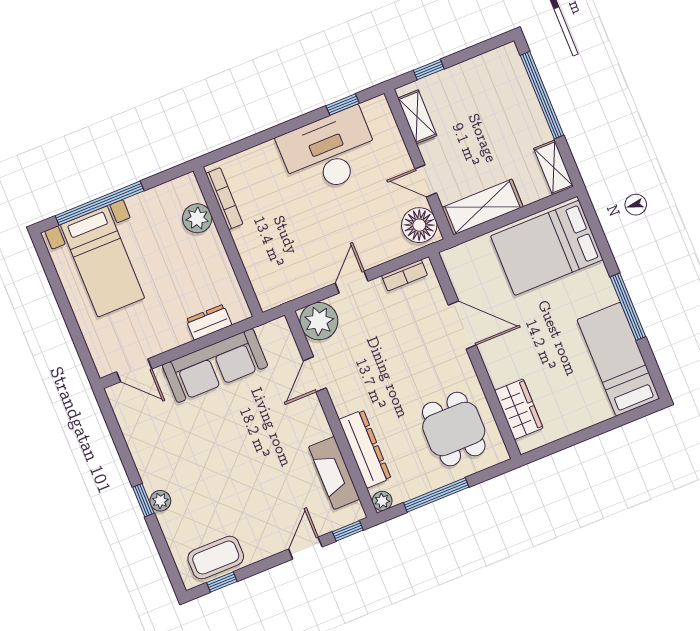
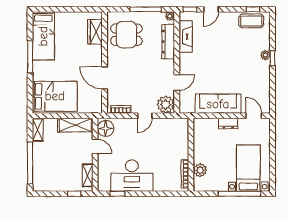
dresser: (209, 322) -> (228, 123), moved
dining table: (454, 429) -> (126, 35), turned 90

